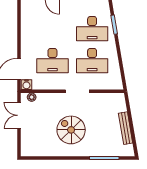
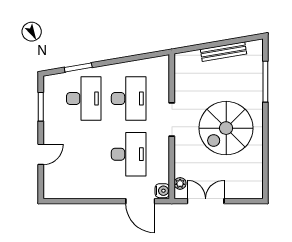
double door: (19, 115) -> (206, 201), swing flipped
spiral stairs: (71, 130) -> (226, 128), width x1.37, depth x1.37

